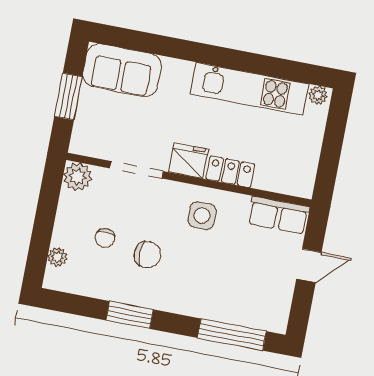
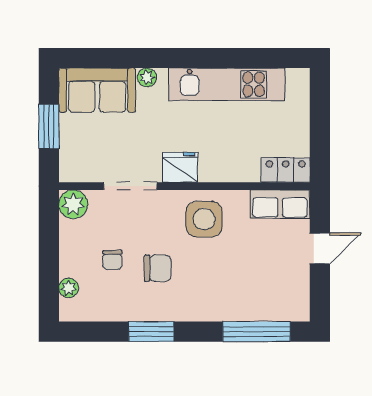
plant: (318, 95) -> (147, 77), moved
locker: (230, 172) -> (286, 170), moved
side table: (202, 216) -> (204, 219), width x1.37, depth x1.37

